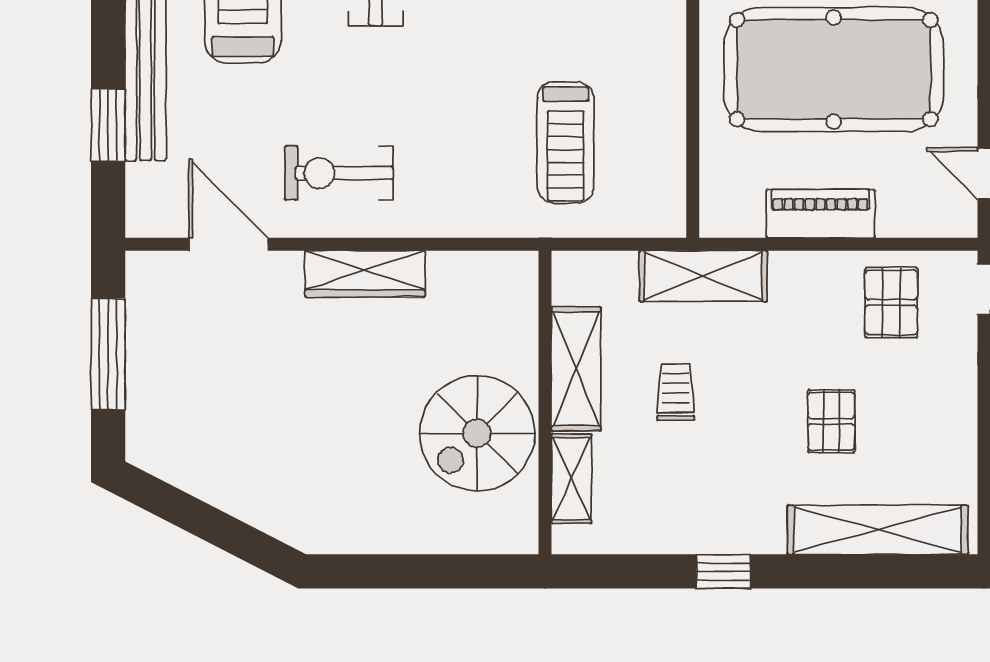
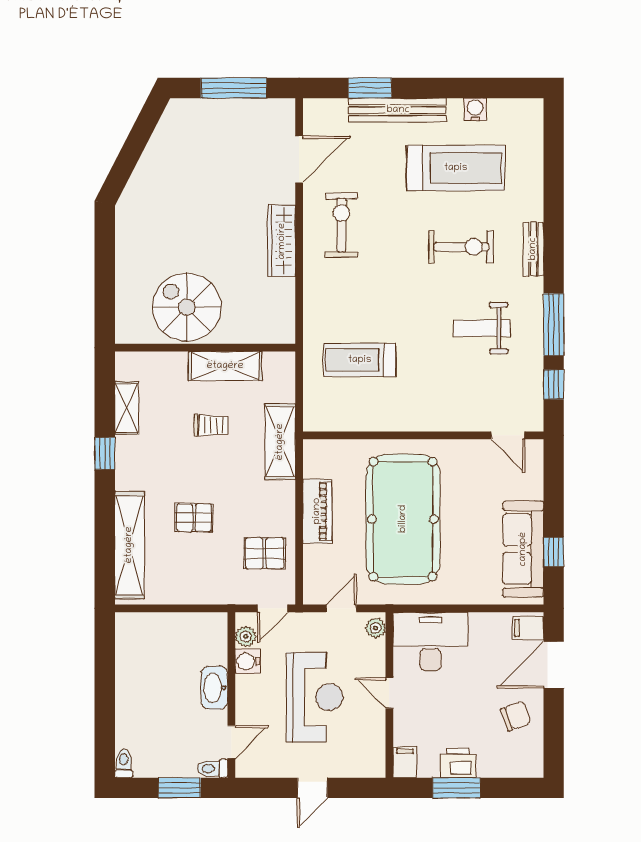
shelving: (571, 479) -> (127, 408), moved, turned 90

